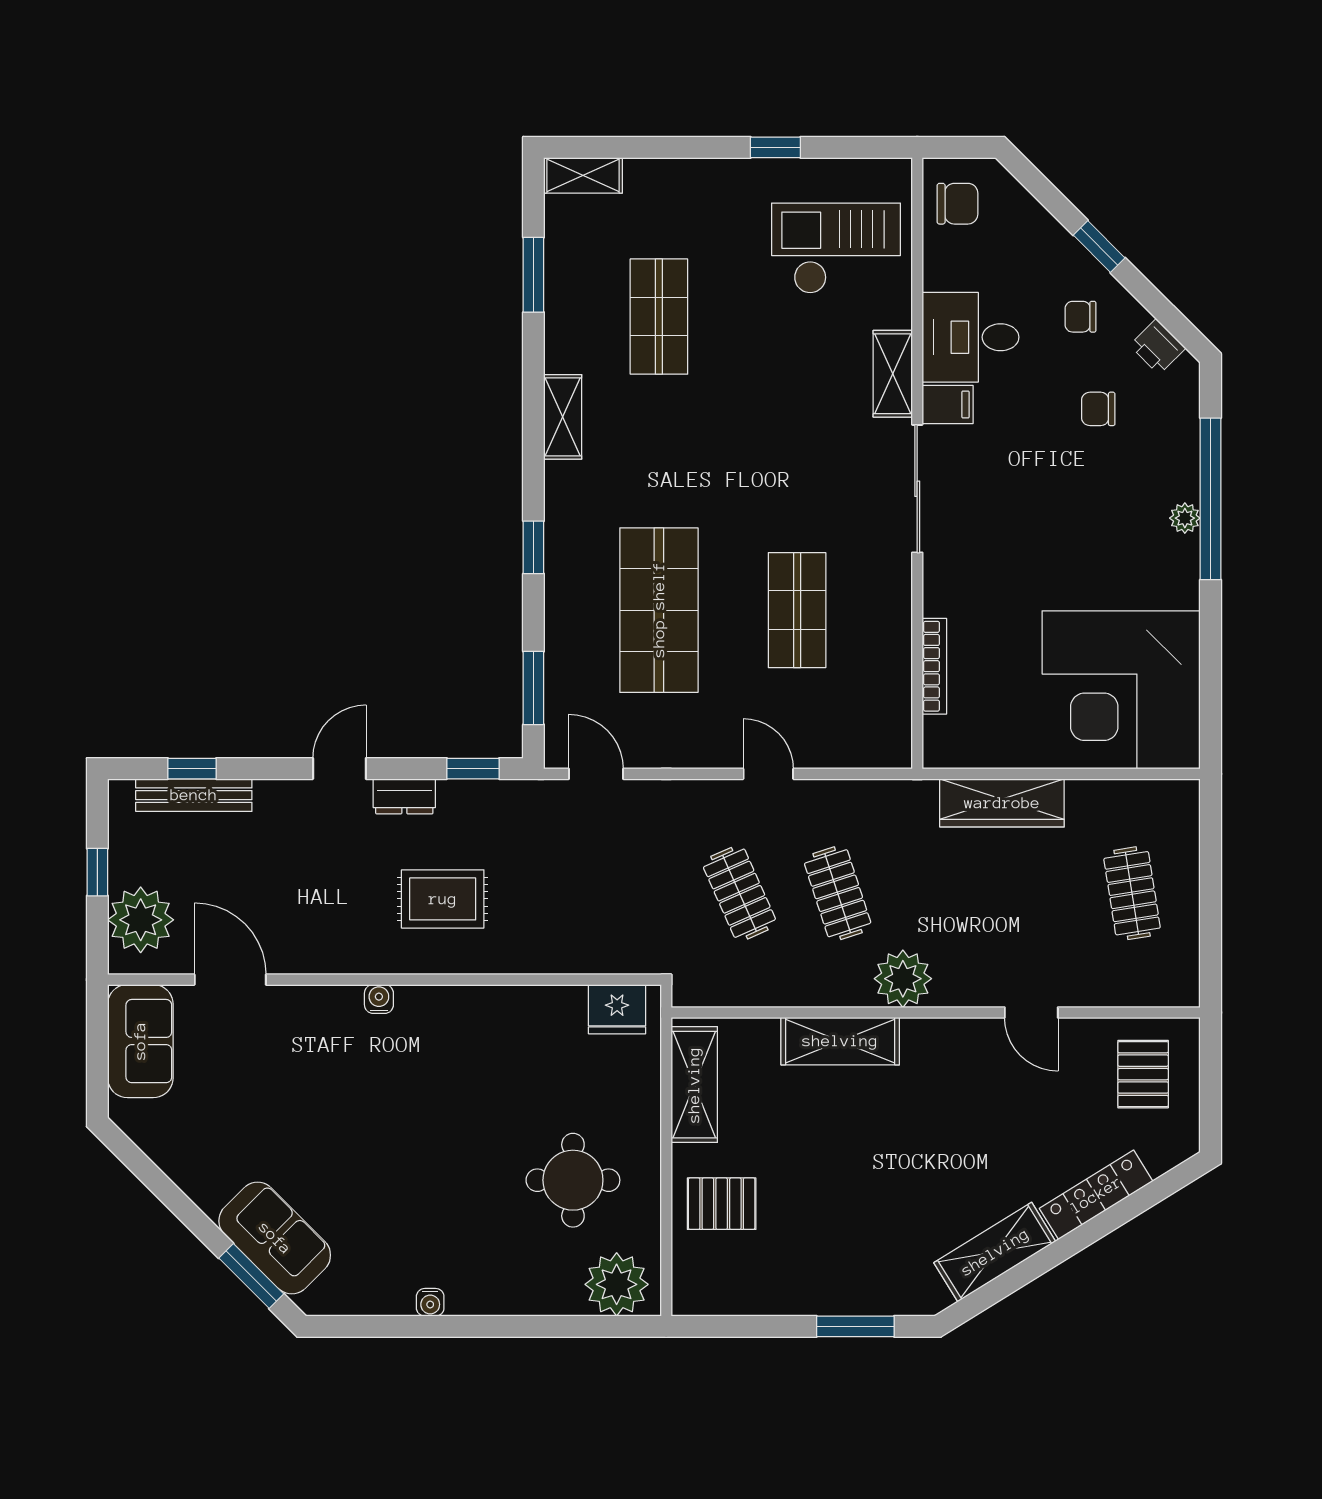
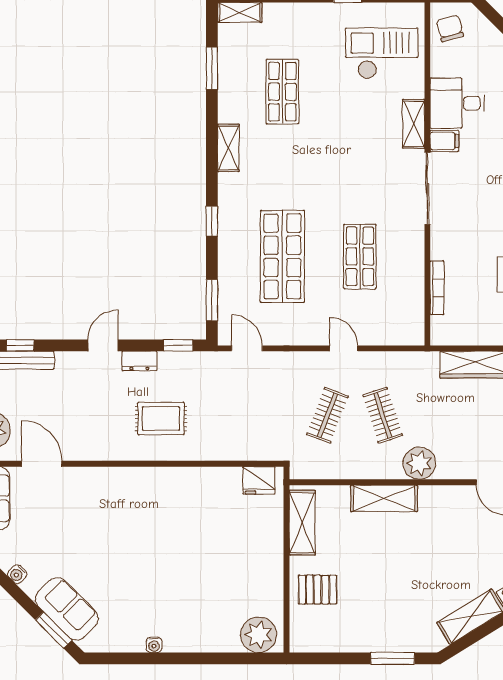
chair: (957, 204) -> (450, 28), turned -105
clothes rail: (739, 893) -> (328, 415), turned 45
water cooler: (379, 999) -> (17, 574), moved, turned -135
round table: (573, 1180) -> (234, 576), removed

